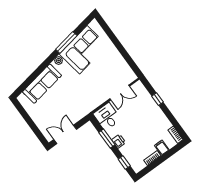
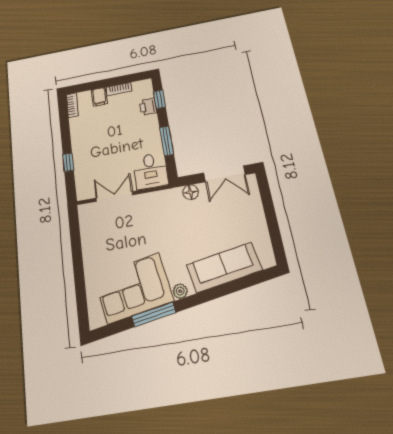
floor lamp: (79, 115) -> (191, 192), added
printer: (119, 141) -> (148, 107), moved

